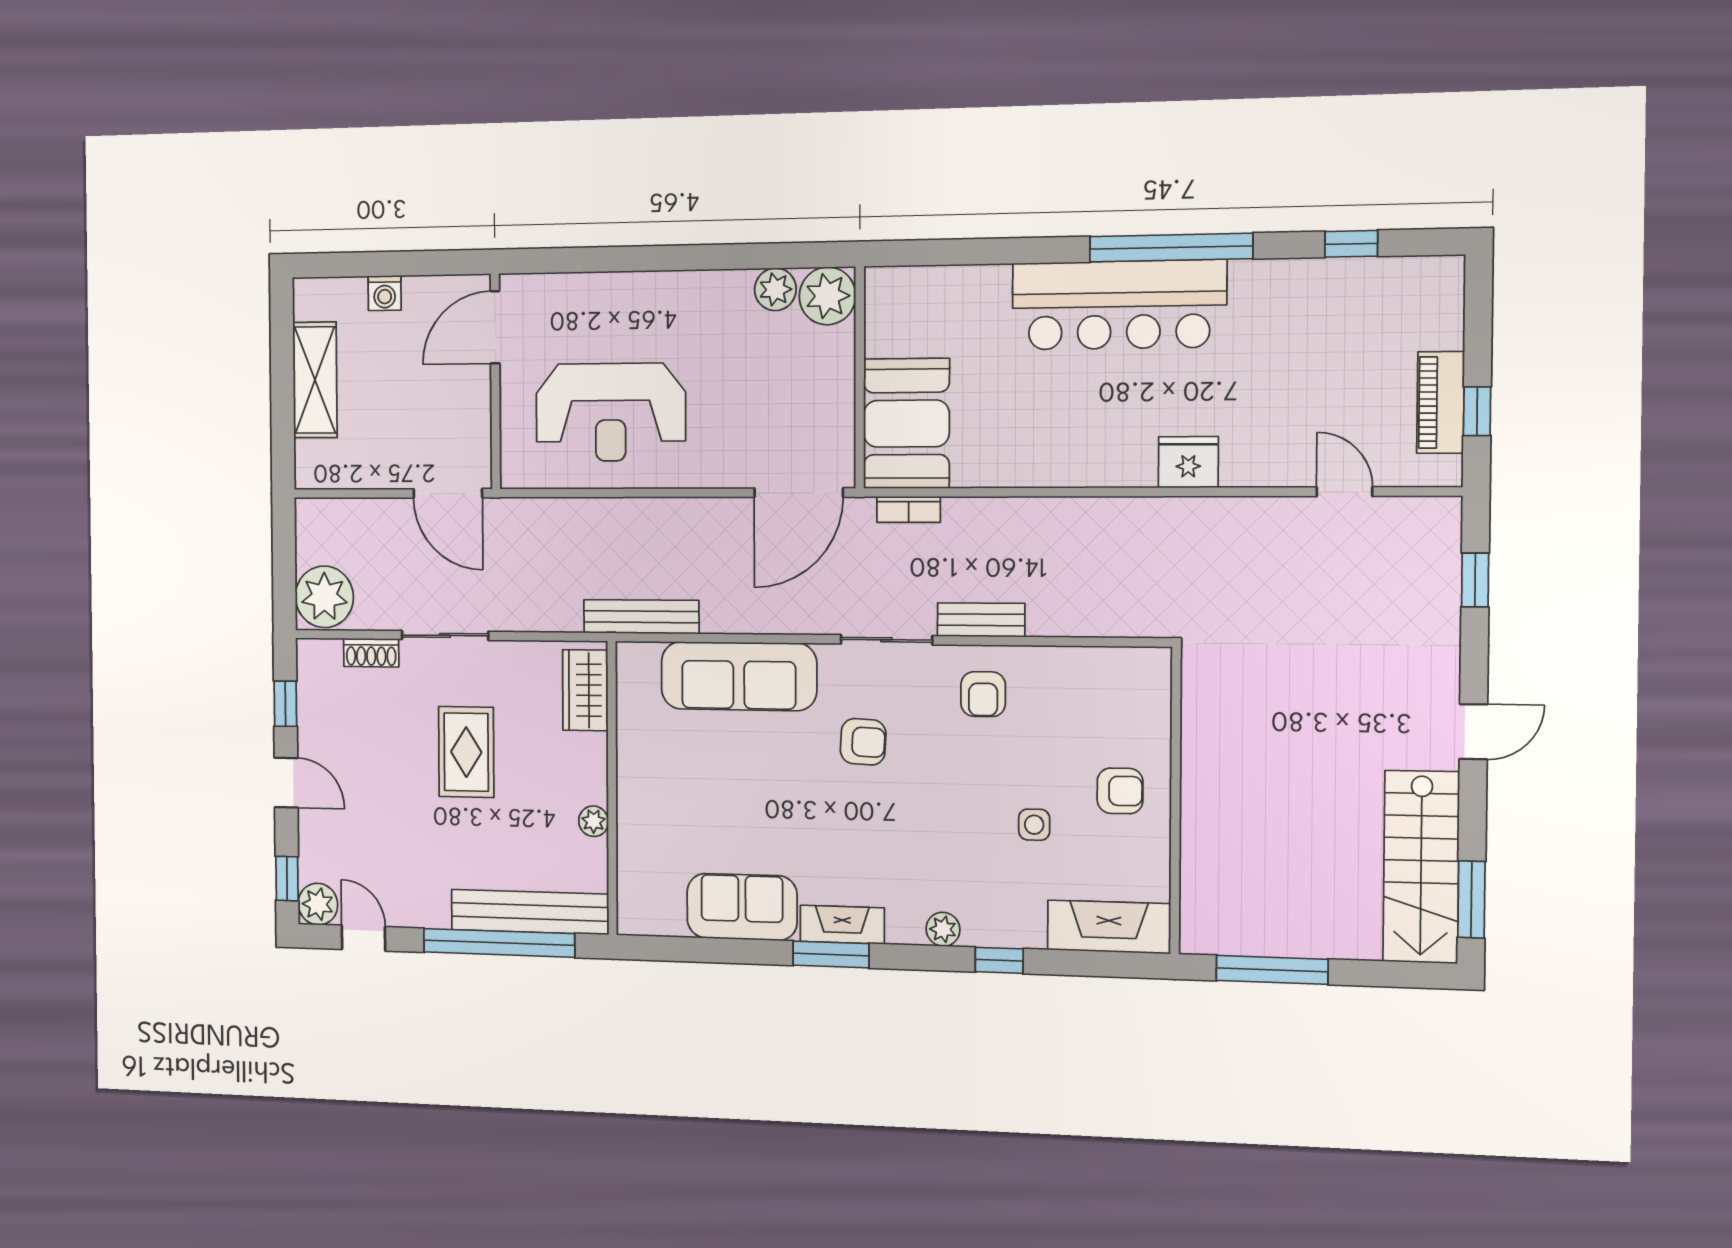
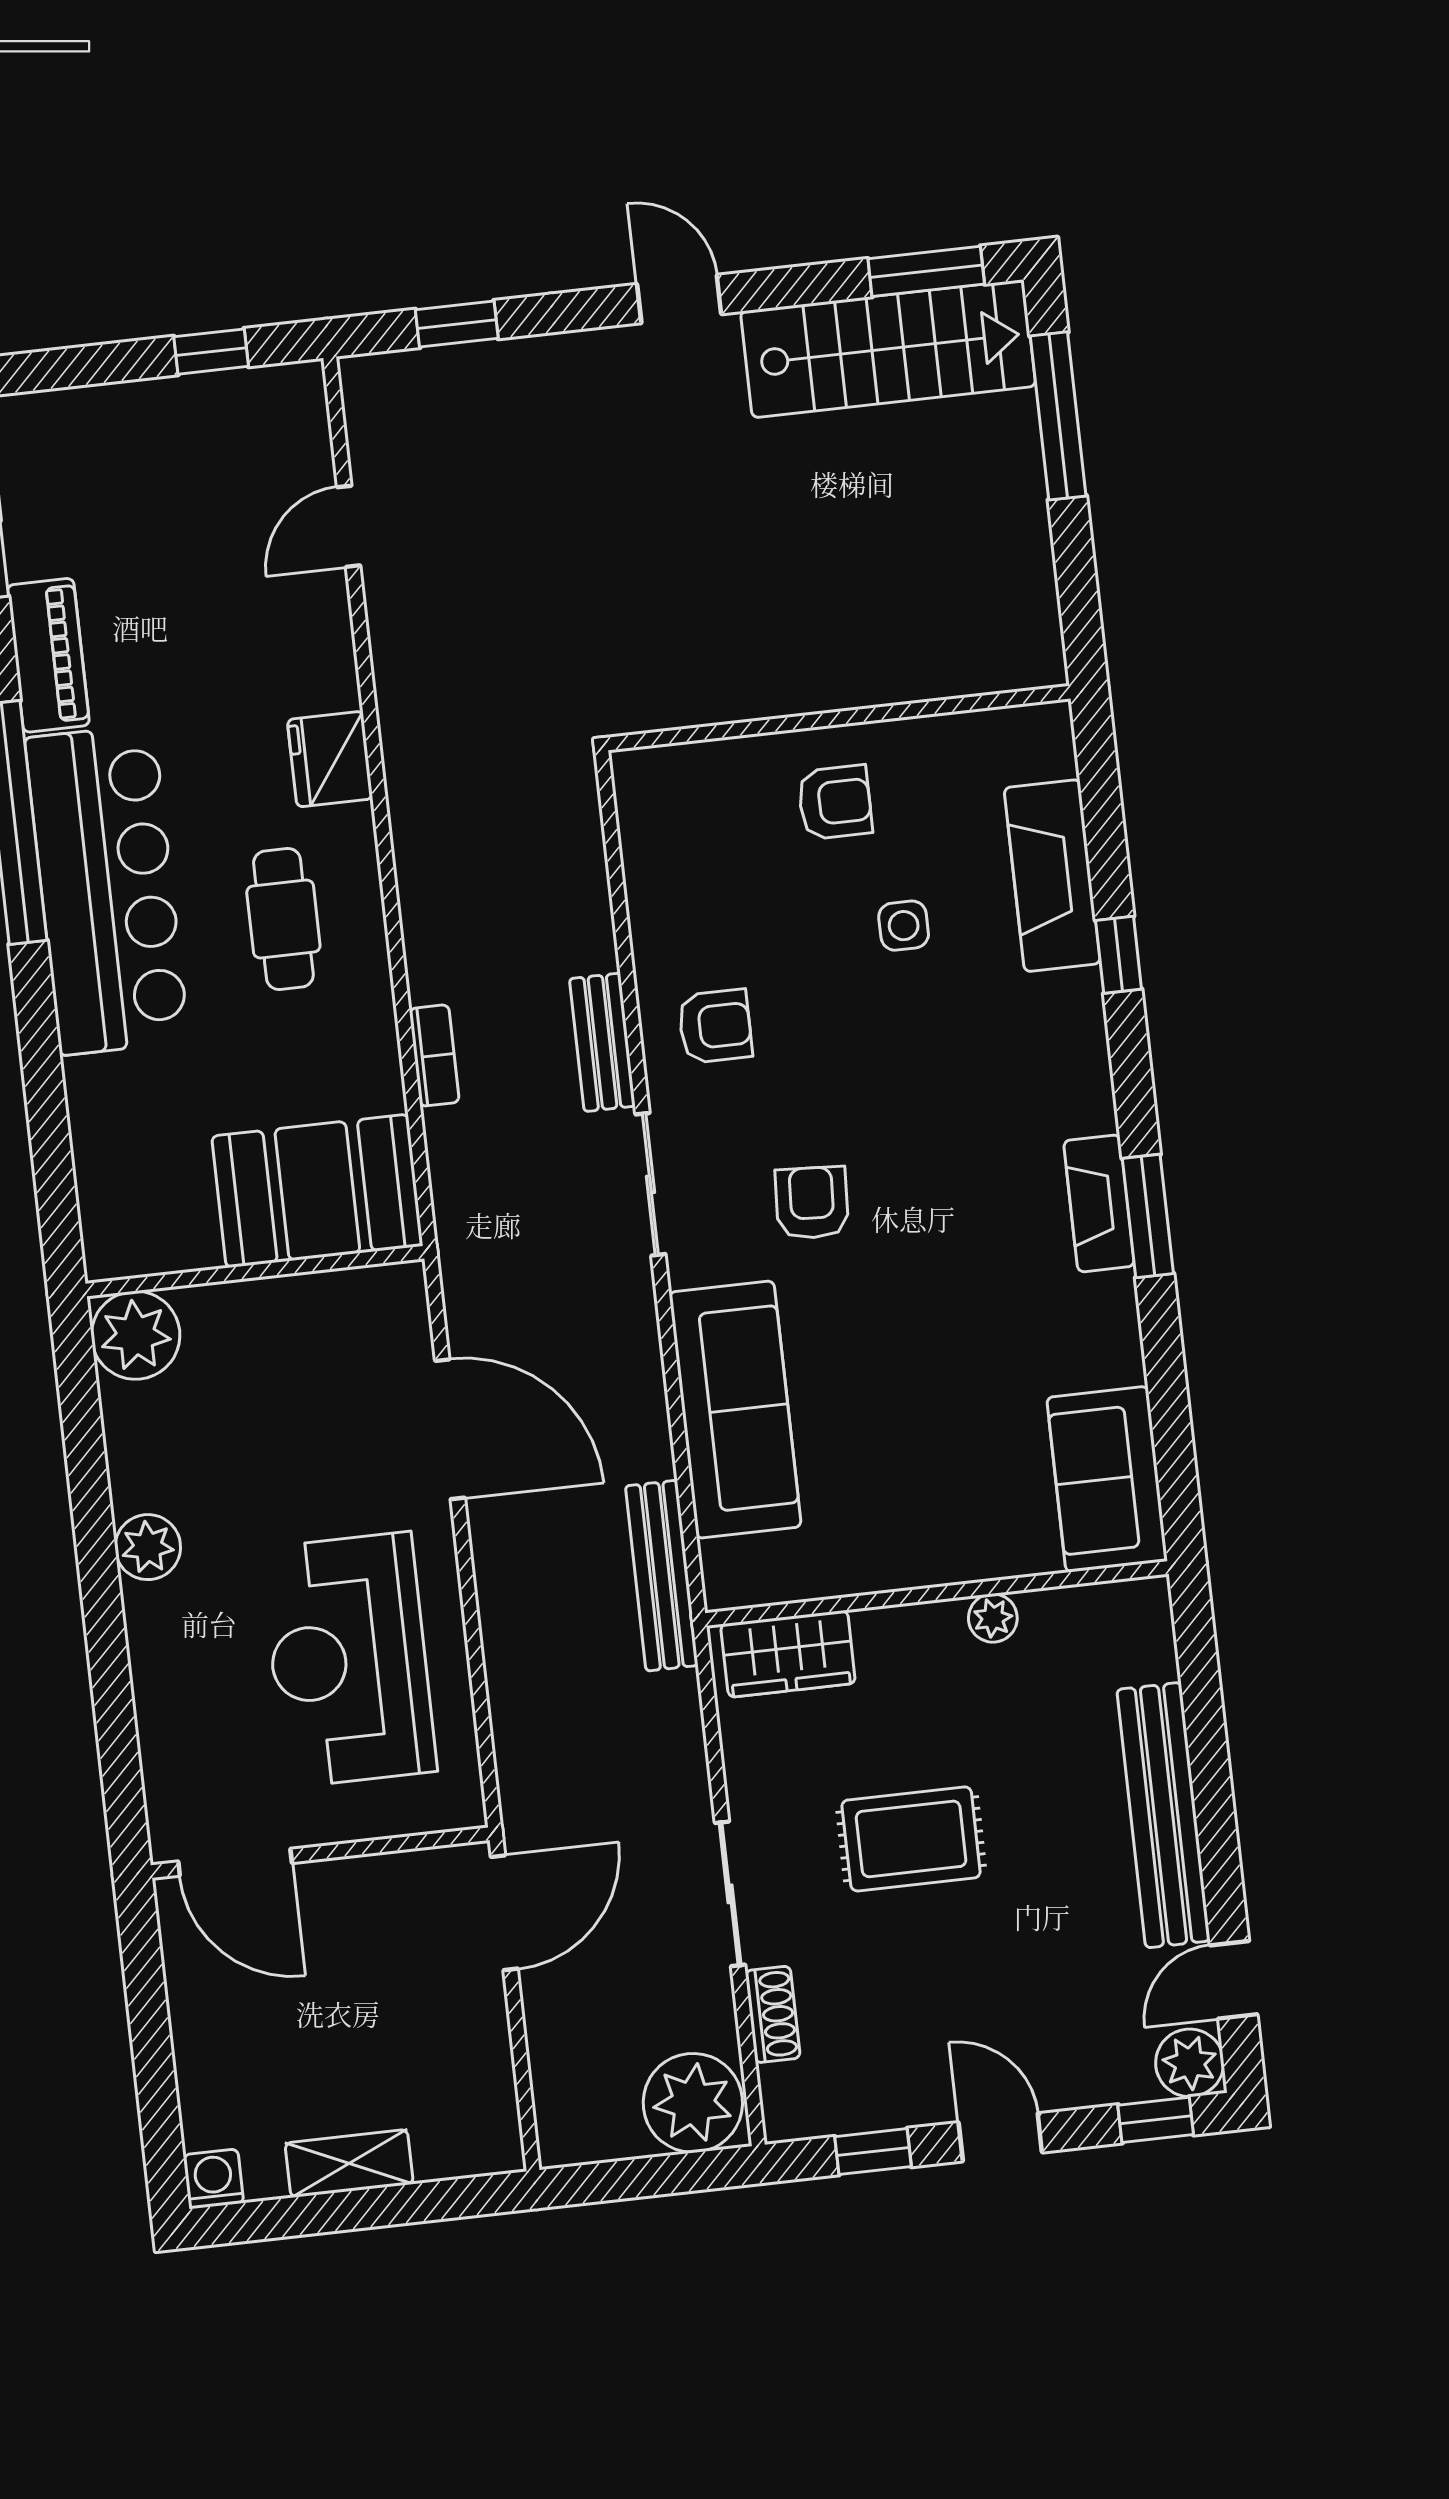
plant: (775, 289) -> (148, 1547), moved
washing machine: (385, 293) -> (213, 2179), moved, turned -90
shelving: (315, 380) -> (349, 2163), width x0.67, depth x0.75
piano: (1441, 402) -> (48, 655), moved, turned -90
reception desk: (611, 412) -> (349, 1660), turned 180
cafe table: (1086, 420) -> (283, 919), added
door: (799, 493) -> (450, 1429), moved
bookcase: (909, 509) -> (434, 1055), moved
door: (286, 783) -> (1000, 2137), hinge flipped
armchair: (1120, 791) -> (835, 802), turned 90
sofa: (742, 907) -> (1107, 1479), moved
bench: (530, 912) -> (1163, 1815), moved
fireplace: (1109, 927) -> (1052, 876), moved
plant: (943, 929) -> (1083, 1046), removed
window: (499, 943) -> (1208, 1752), removed
window: (1272, 970) -> (1058, 416), moved

